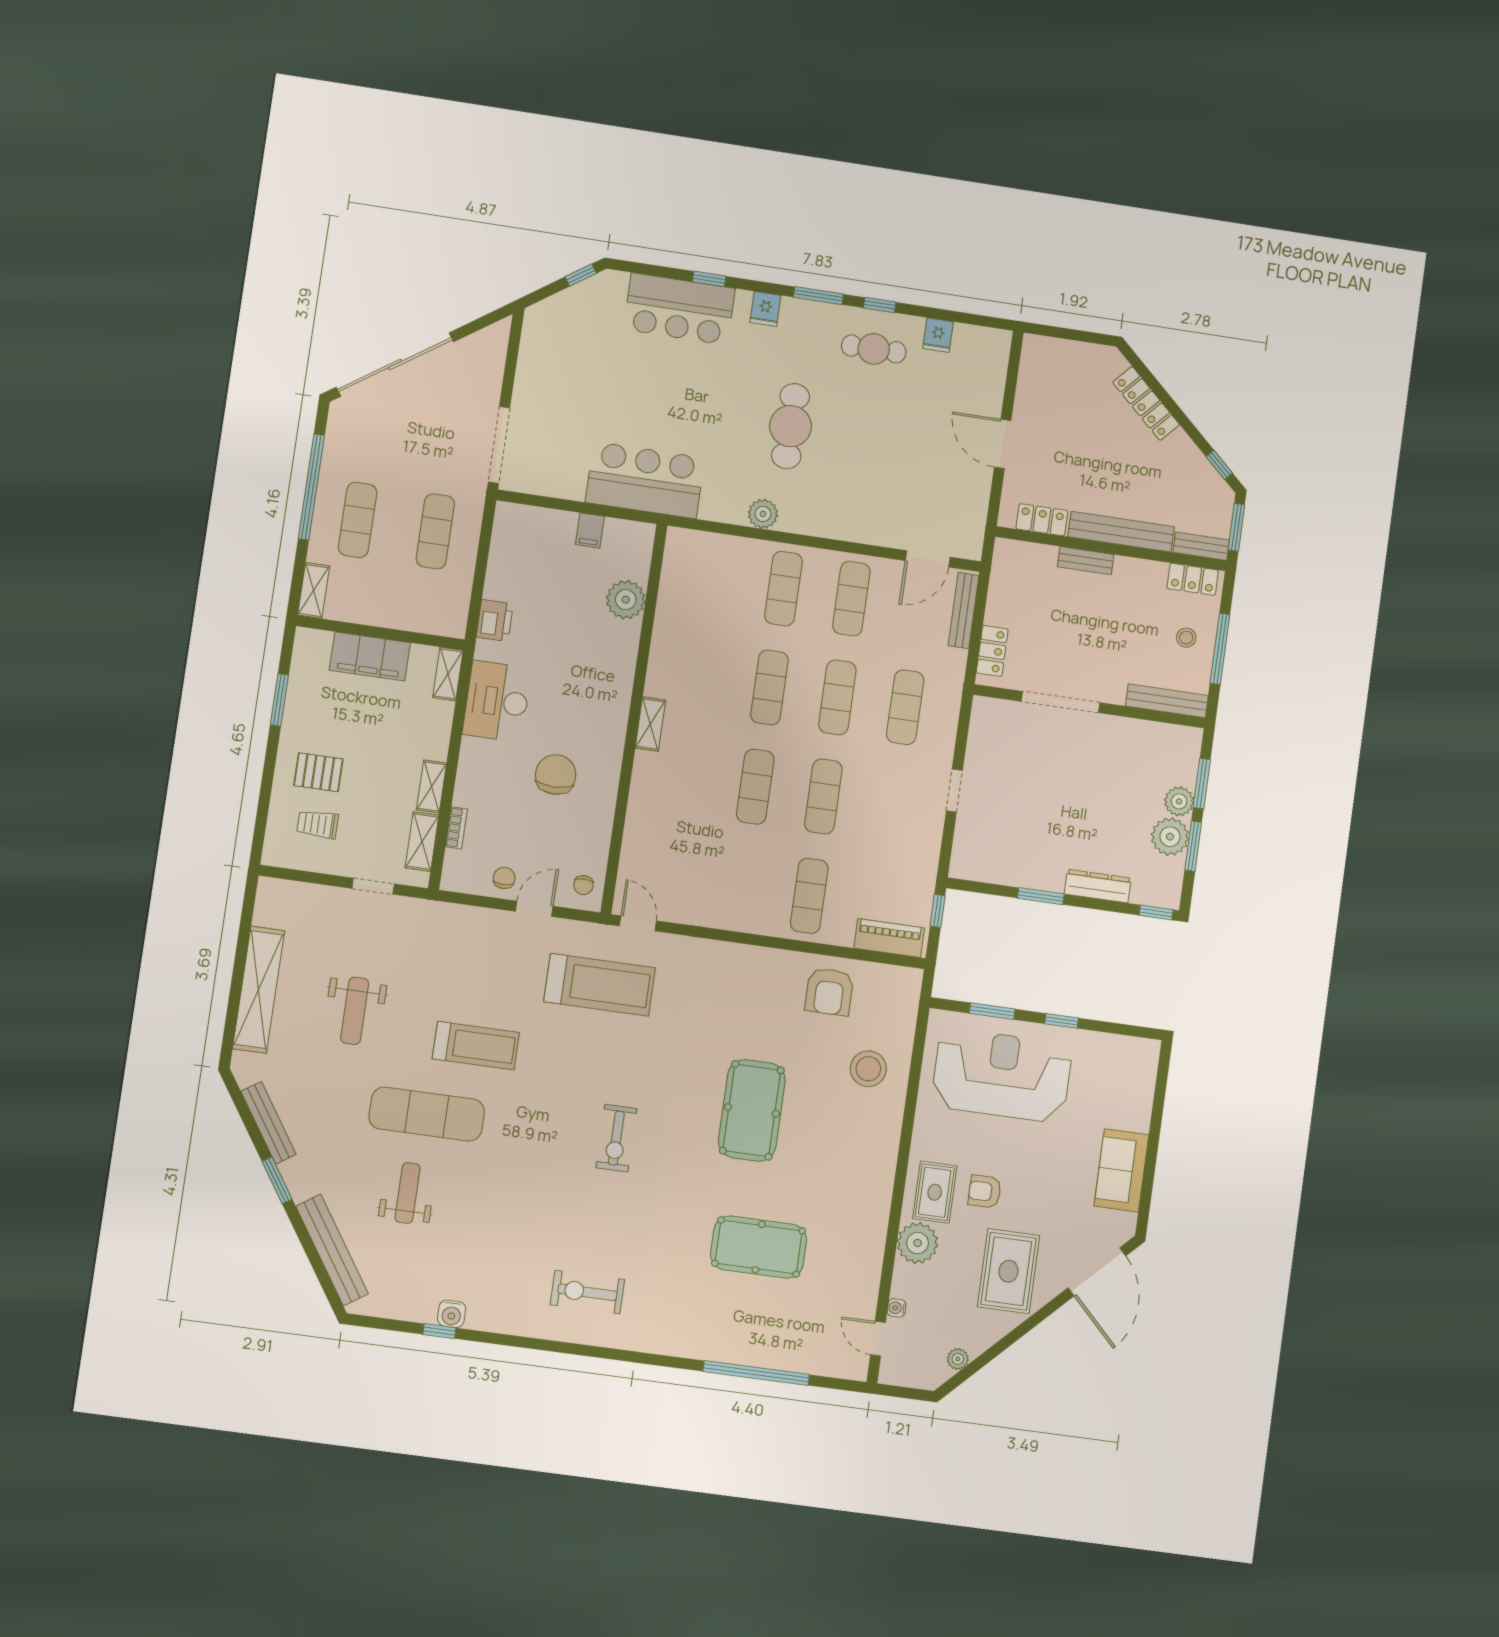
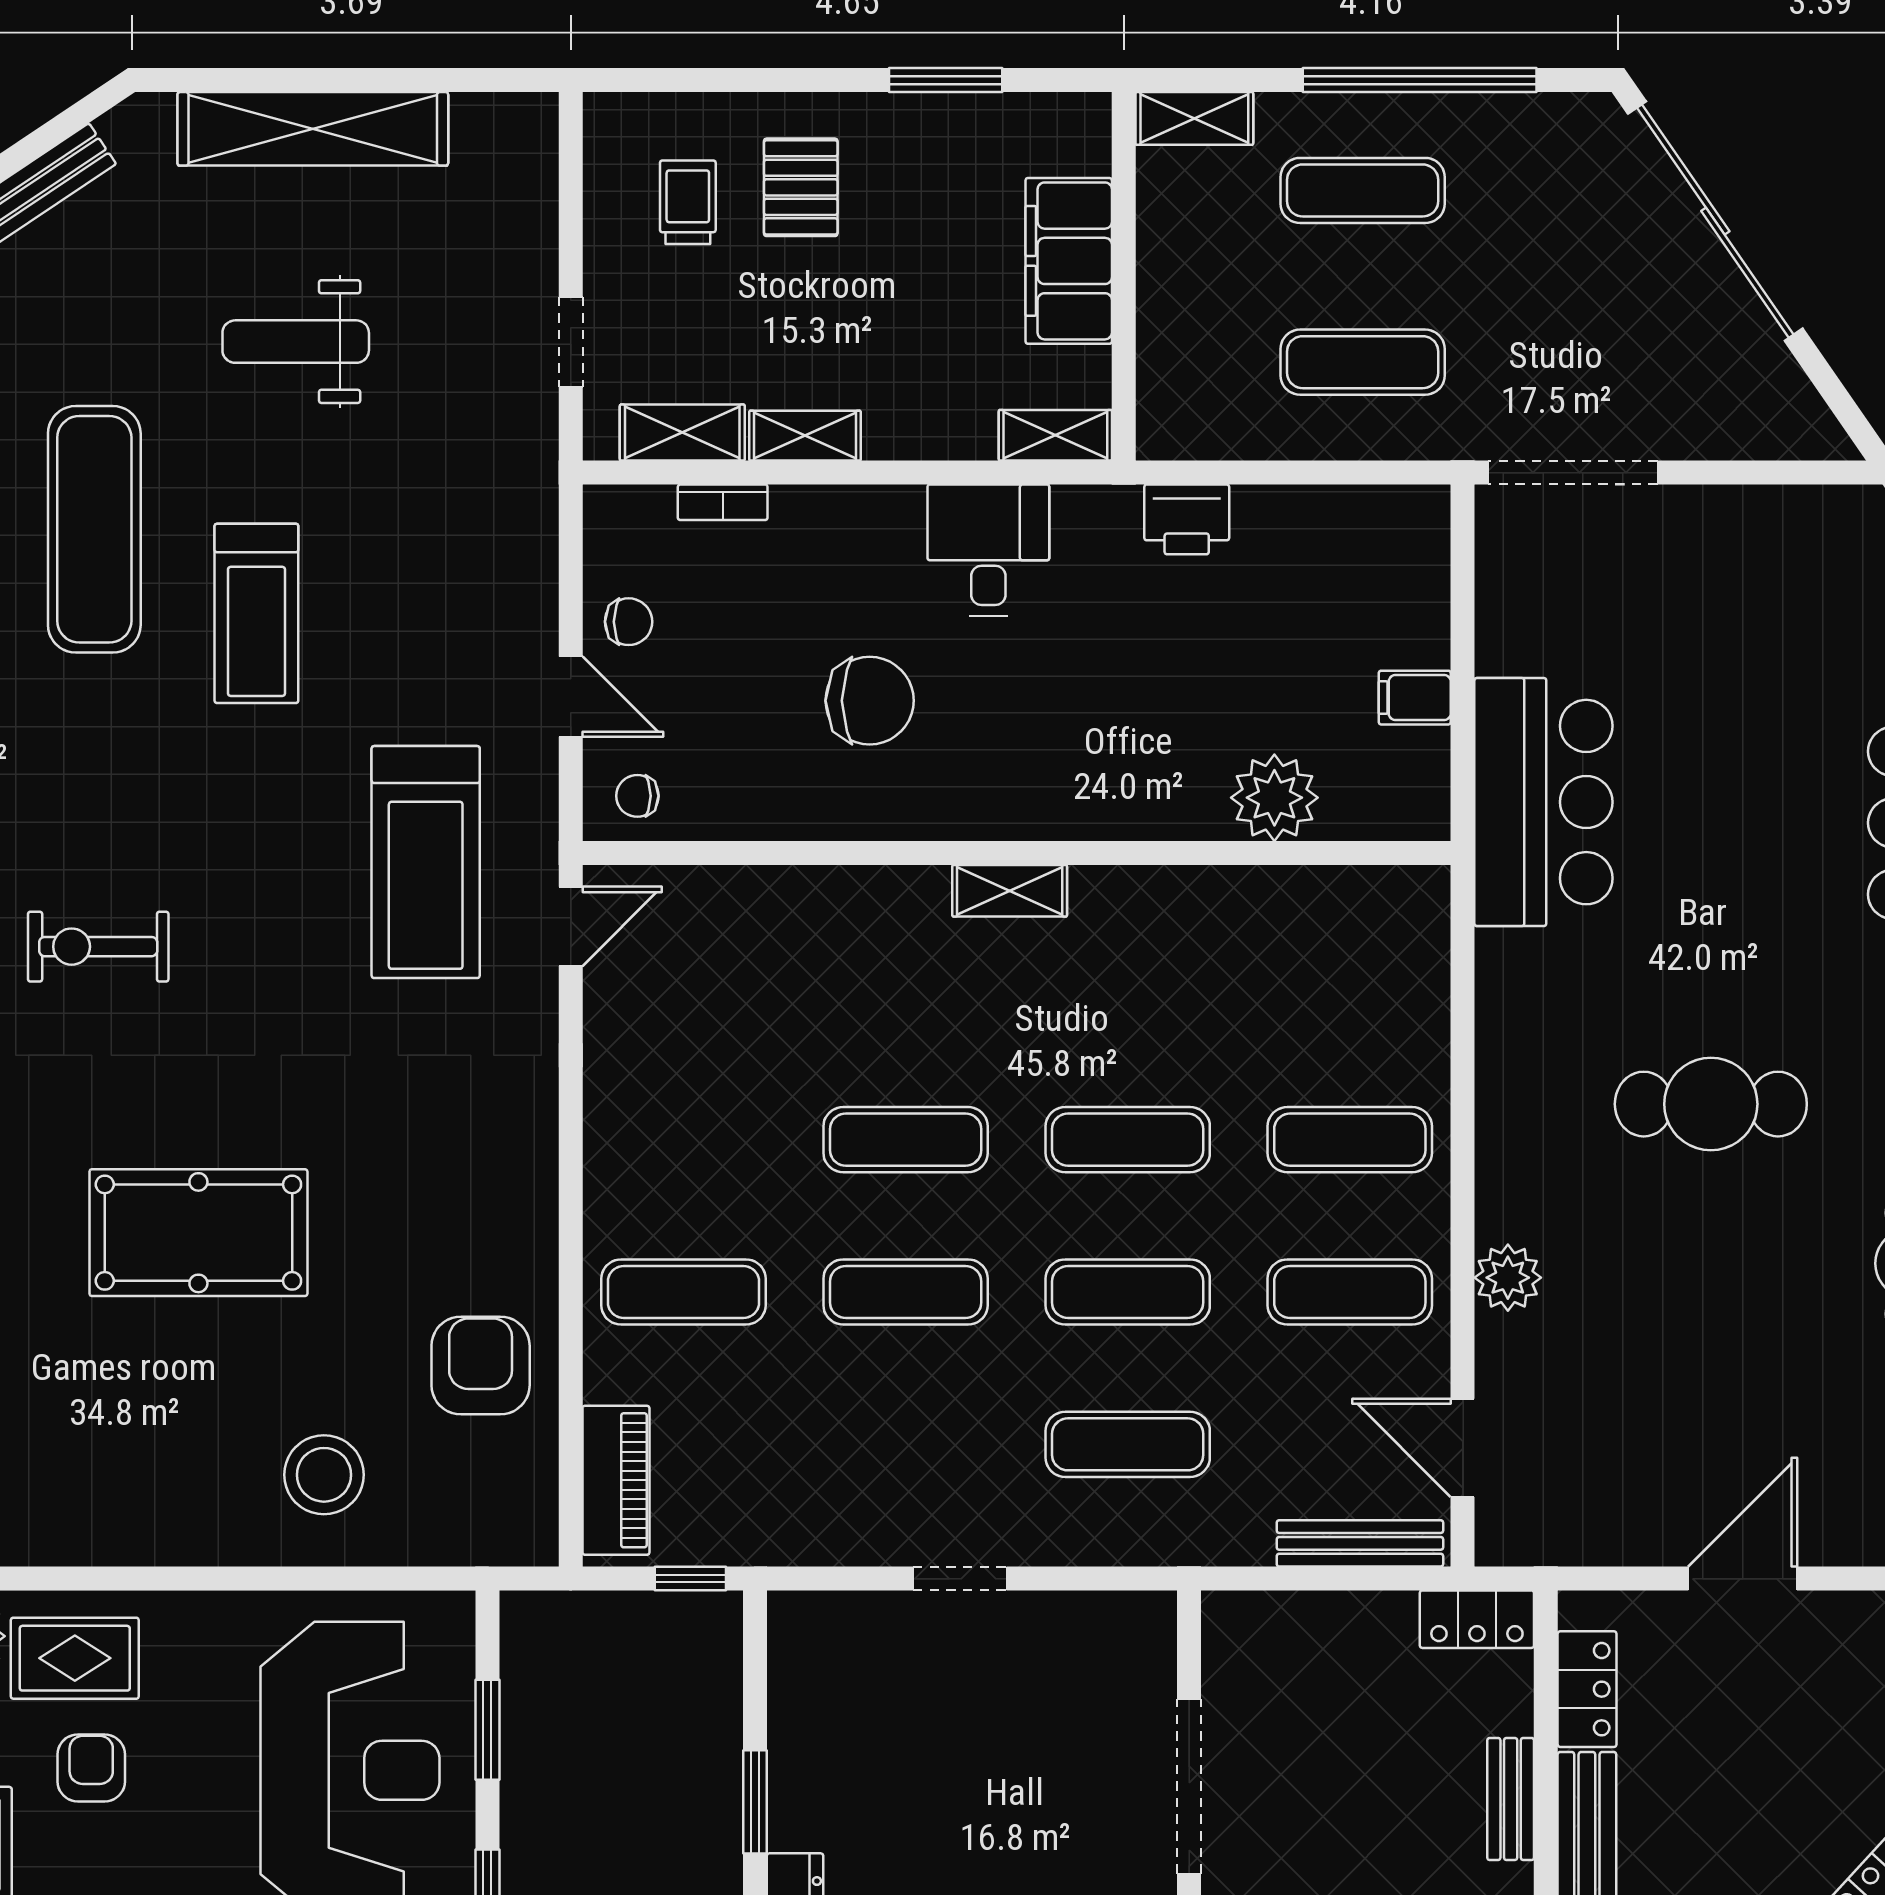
plant: (763, 514) -> (1508, 1278), moved
locker: (992, 651) -> (1477, 1619), moved
desk: (497, 701) -> (988, 550), width x0.73
armchair: (829, 992) -> (481, 1366), turned 90

